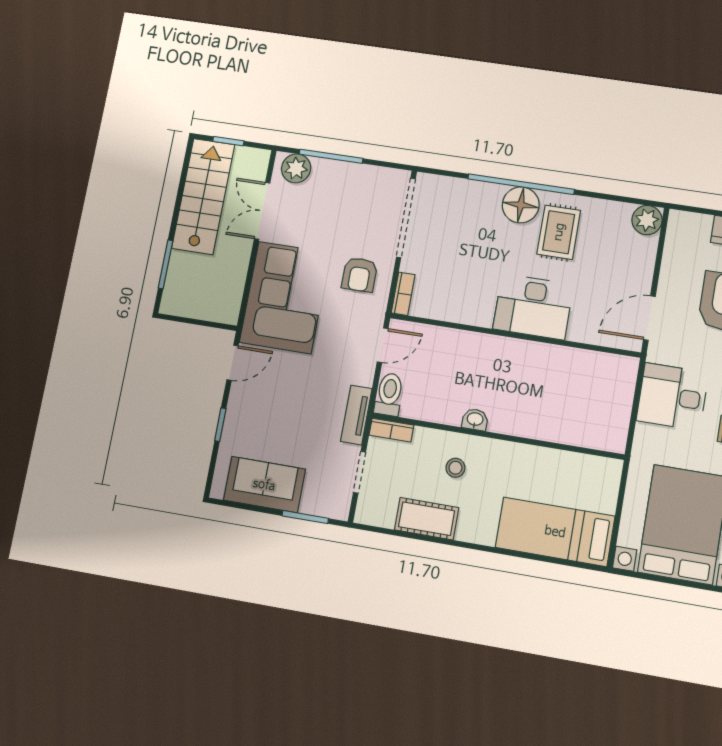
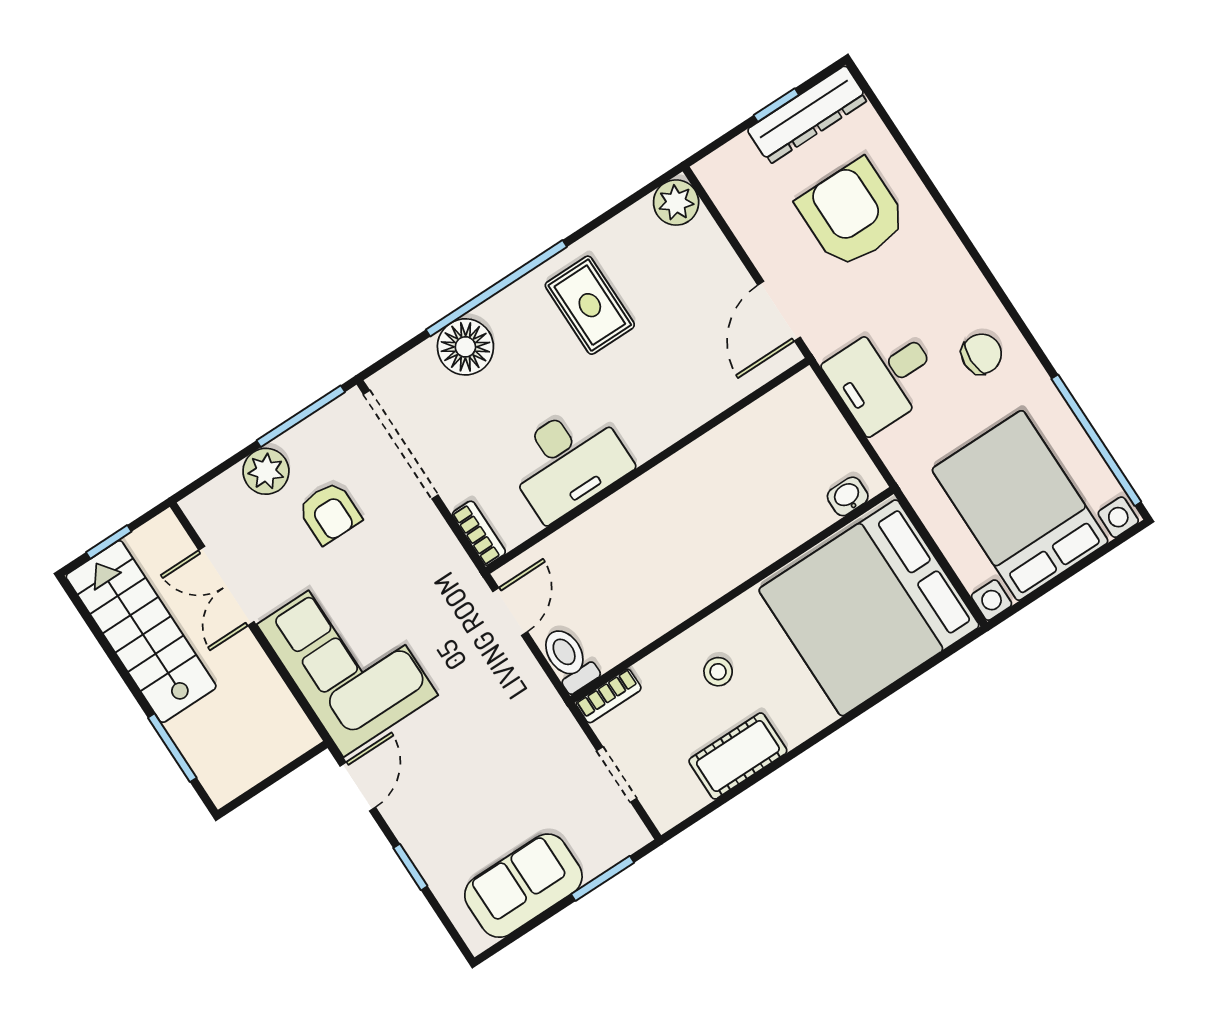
window: (331, 156) -> (301, 416), moved
plant: (296, 168) -> (266, 471), moved
floor lamp: (521, 205) -> (465, 347), moved
armchair: (360, 275) -> (330, 513), moved
desk: (533, 307) -> (568, 461), moved
tv unit: (356, 415) -> (554, 716), removed
washbasin: (475, 420) -> (848, 496), moved
bed: (555, 532) -> (869, 608), width x2.04

